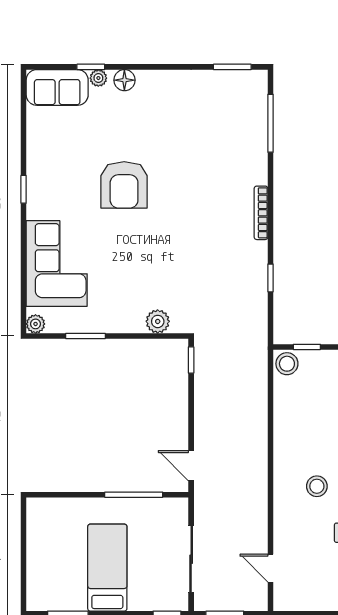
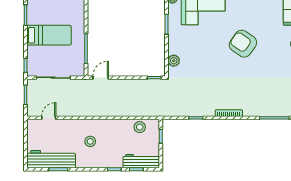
armchair: (124, 185) -> (243, 44), turned 35
stool: (287, 364) -> (140, 127), moved

